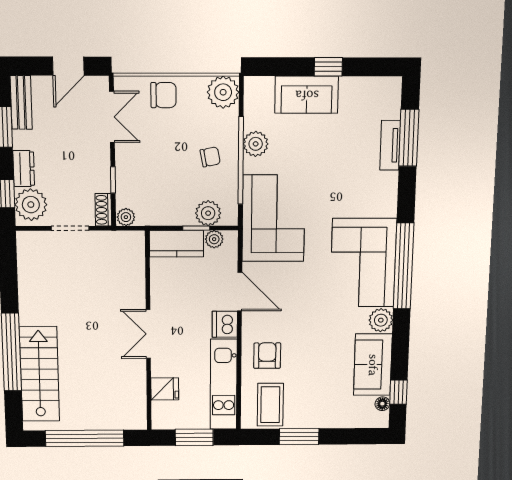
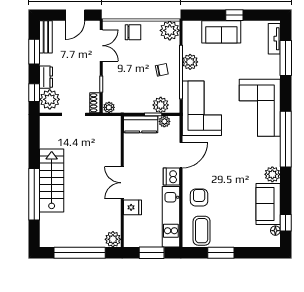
tv unit: (390, 145) -> (274, 39), moved
corner sofa: (363, 263) -> (260, 108), moved
door: (240, 292) -> (181, 155), hinge flipped
stairs: (40, 374) -> (52, 181), moved
fridge: (165, 389) -> (133, 207), moved
plant: (135, 418) -> (113, 239), added

